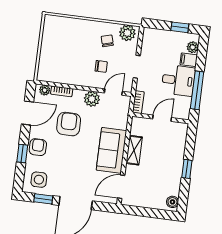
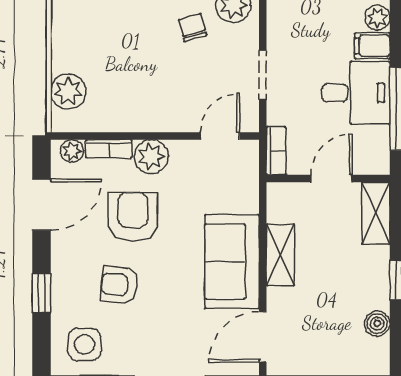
plant: (47, 63) -> (68, 92), added
chair: (101, 66) -> (186, 84), removed
plant: (92, 99) -> (151, 157), moved
shelving: (180, 137) -> (376, 213), added
armchair: (38, 147) -> (120, 285), moved, turned -84
boiler: (172, 202) -> (377, 324), moved

